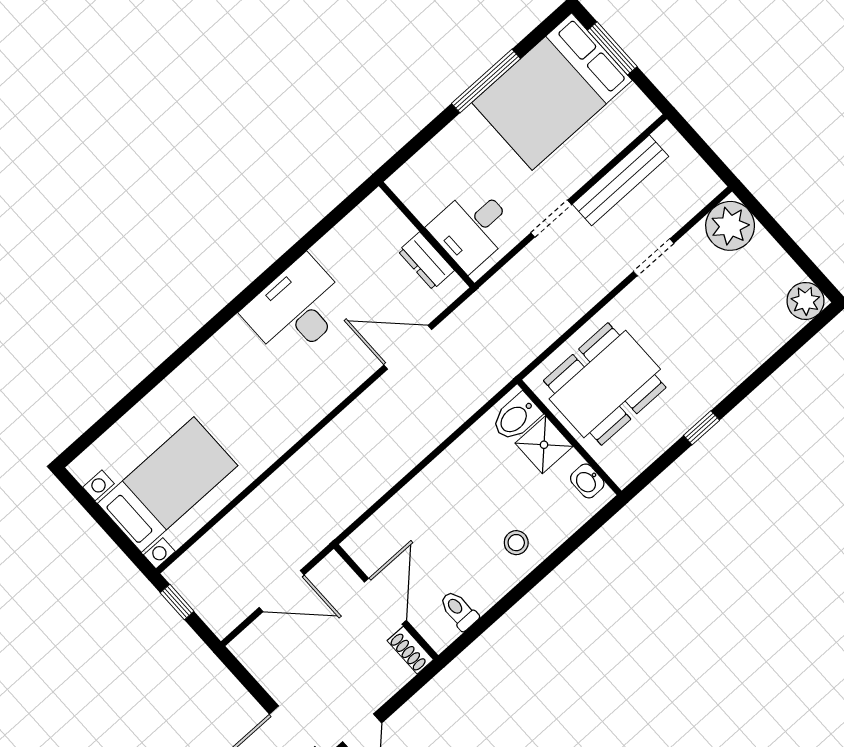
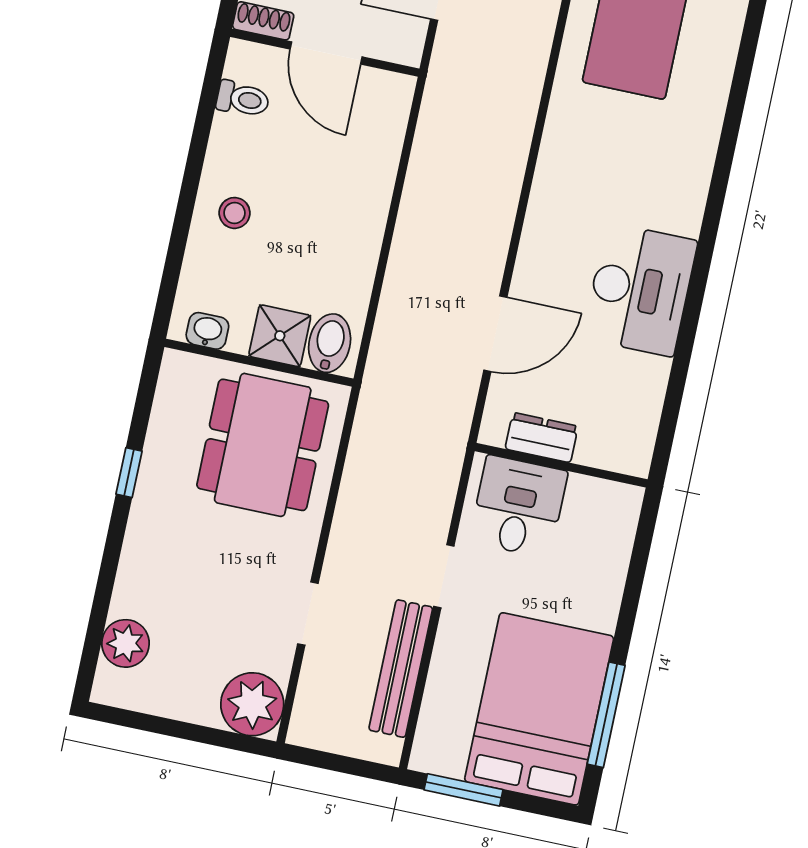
window: (612, 48) -> (464, 790), moved
window: (486, 81) -> (606, 715), moved
plant: (805, 301) -> (126, 643), moved

